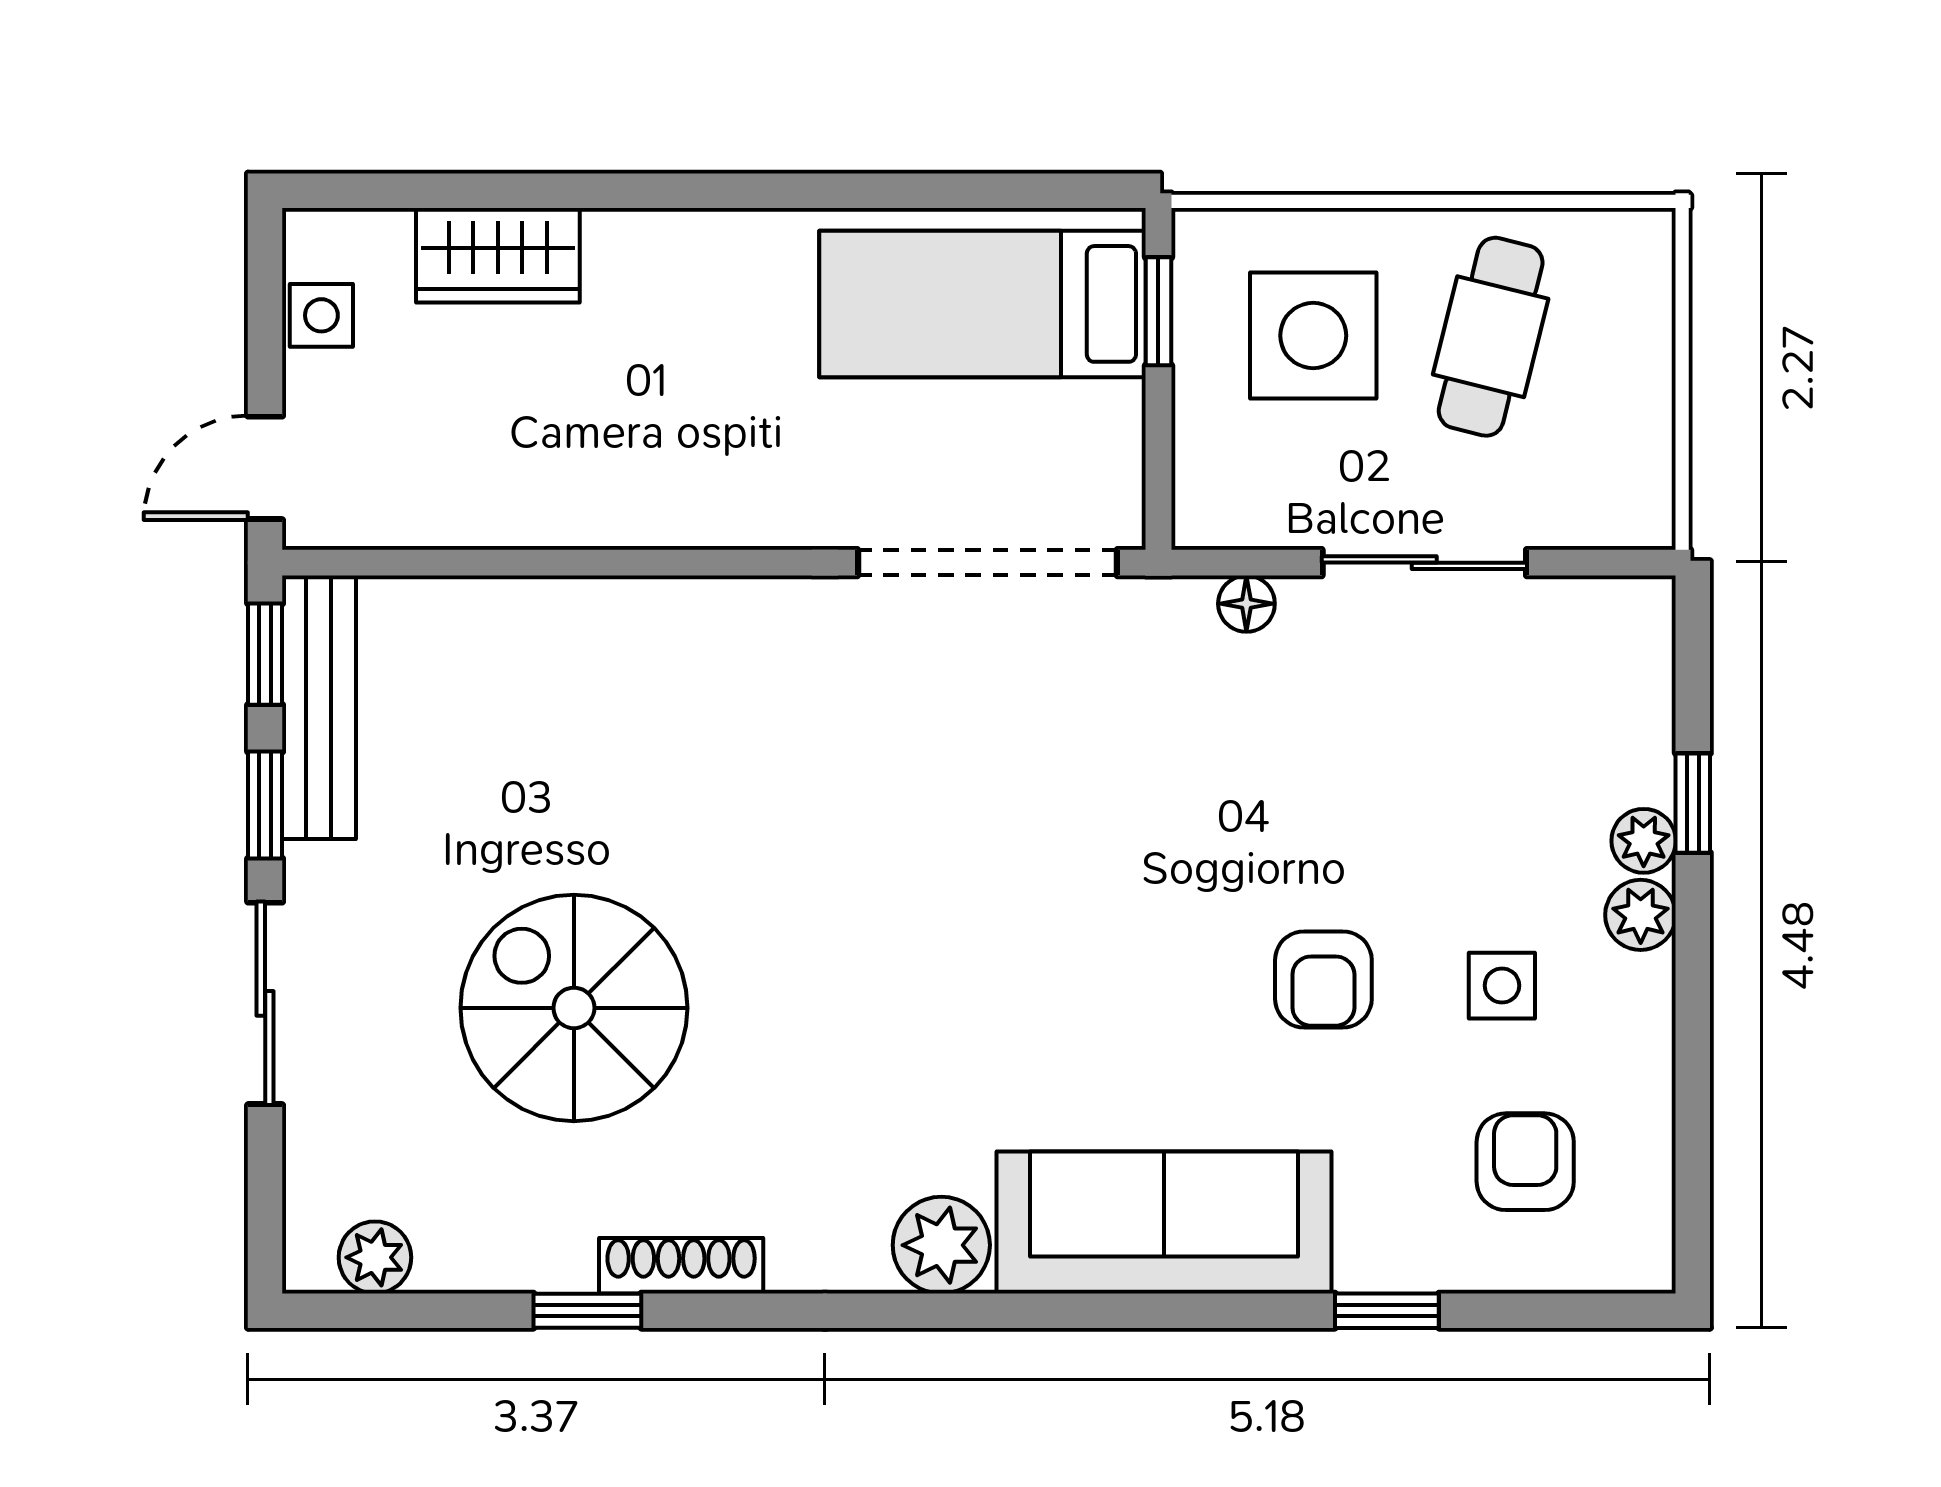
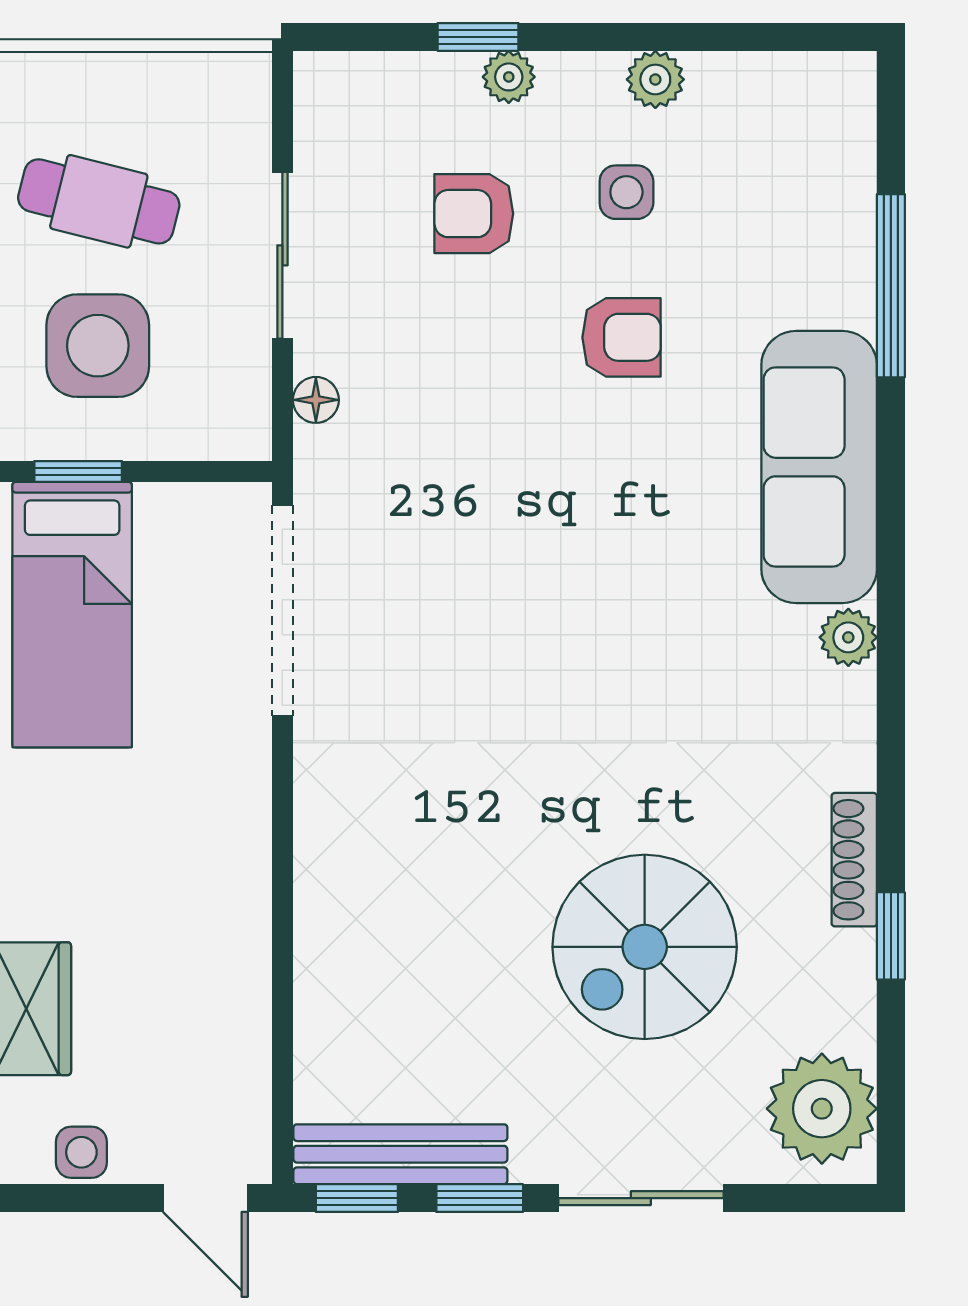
plant: (1641, 915) -> (655, 79), moved
armchair: (1525, 1162) -> (474, 214), moved
plant: (941, 1245) -> (848, 637), width x0.73, depth x0.73
plant: (375, 1257) -> (822, 1109), width x1.88, depth x1.88
window: (1387, 1311) -> (891, 286), width x2.17

